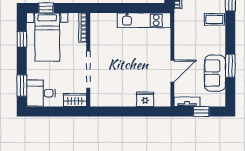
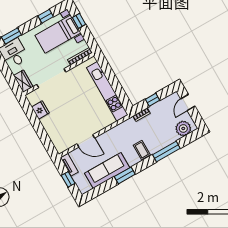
kitchen unit: (144, 20) -> (107, 91), width x1.36
window: (230, 66) -> (125, 175), moved
sofa: (215, 73) -> (107, 170), width x1.36
fridge: (145, 99) -> (40, 110), moved

